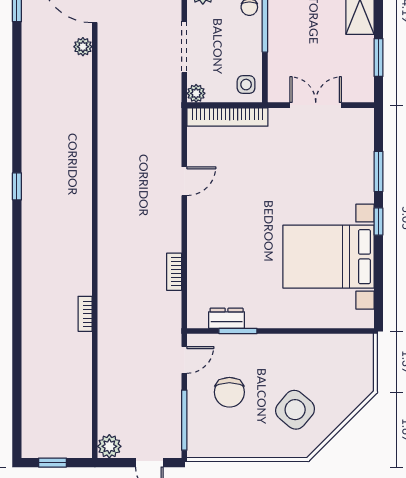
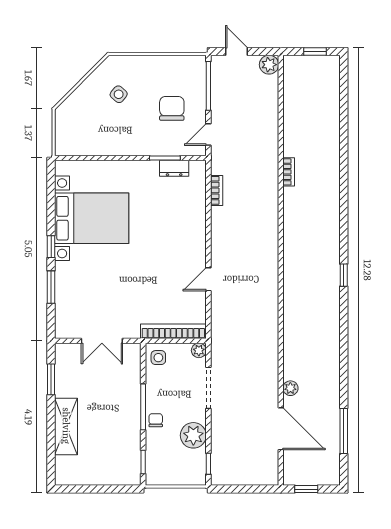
bookcase: (174, 272) -> (217, 190), moved
side table: (295, 410) -> (119, 94), width x0.54, depth x0.54

